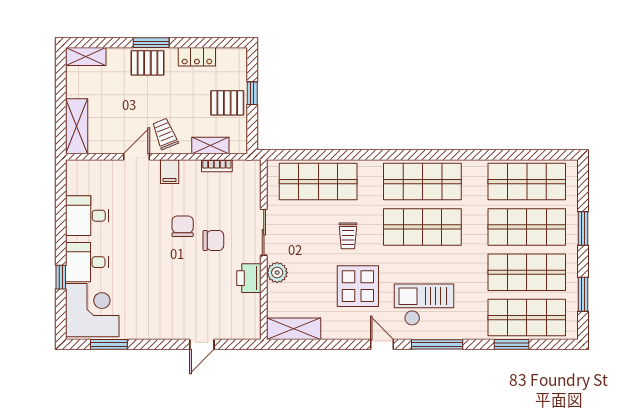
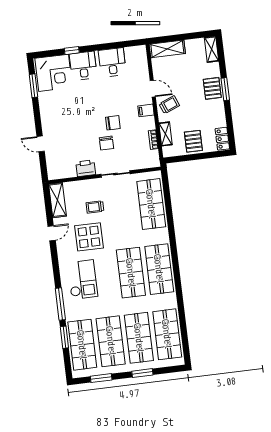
locker: (197, 57) -> (222, 139), moved
window: (252, 93) -> (201, 156), removed
trolley: (348, 236) -> (95, 207), moved
plant: (277, 273) -> (91, 185), removed
door: (382, 344) -> (52, 233), moved
window: (437, 344) -> (60, 304), moved

